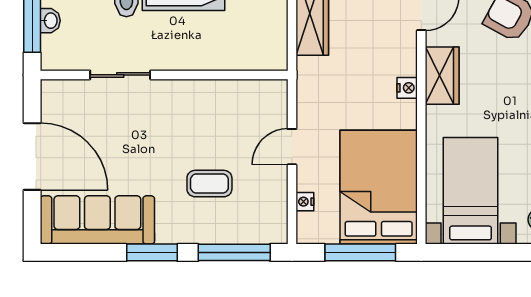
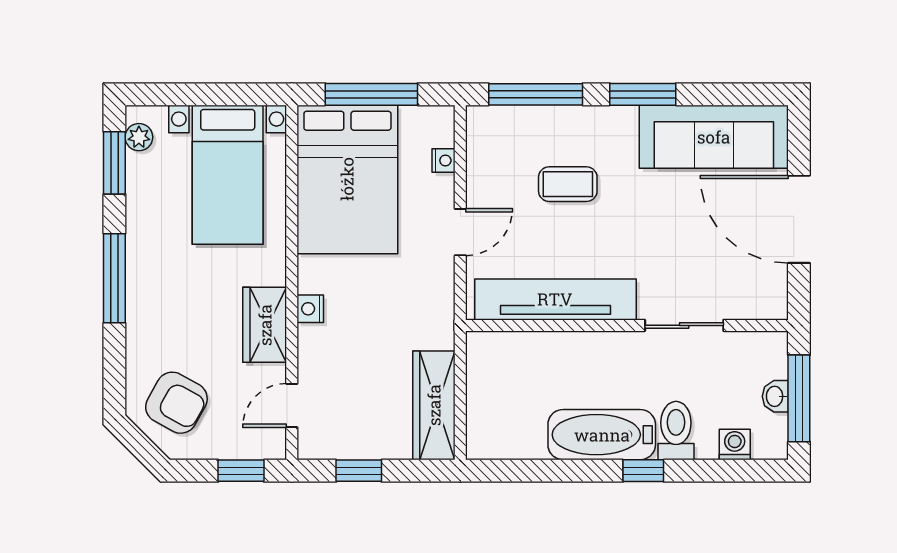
tv unit: (219, 95) -> (555, 299), added

